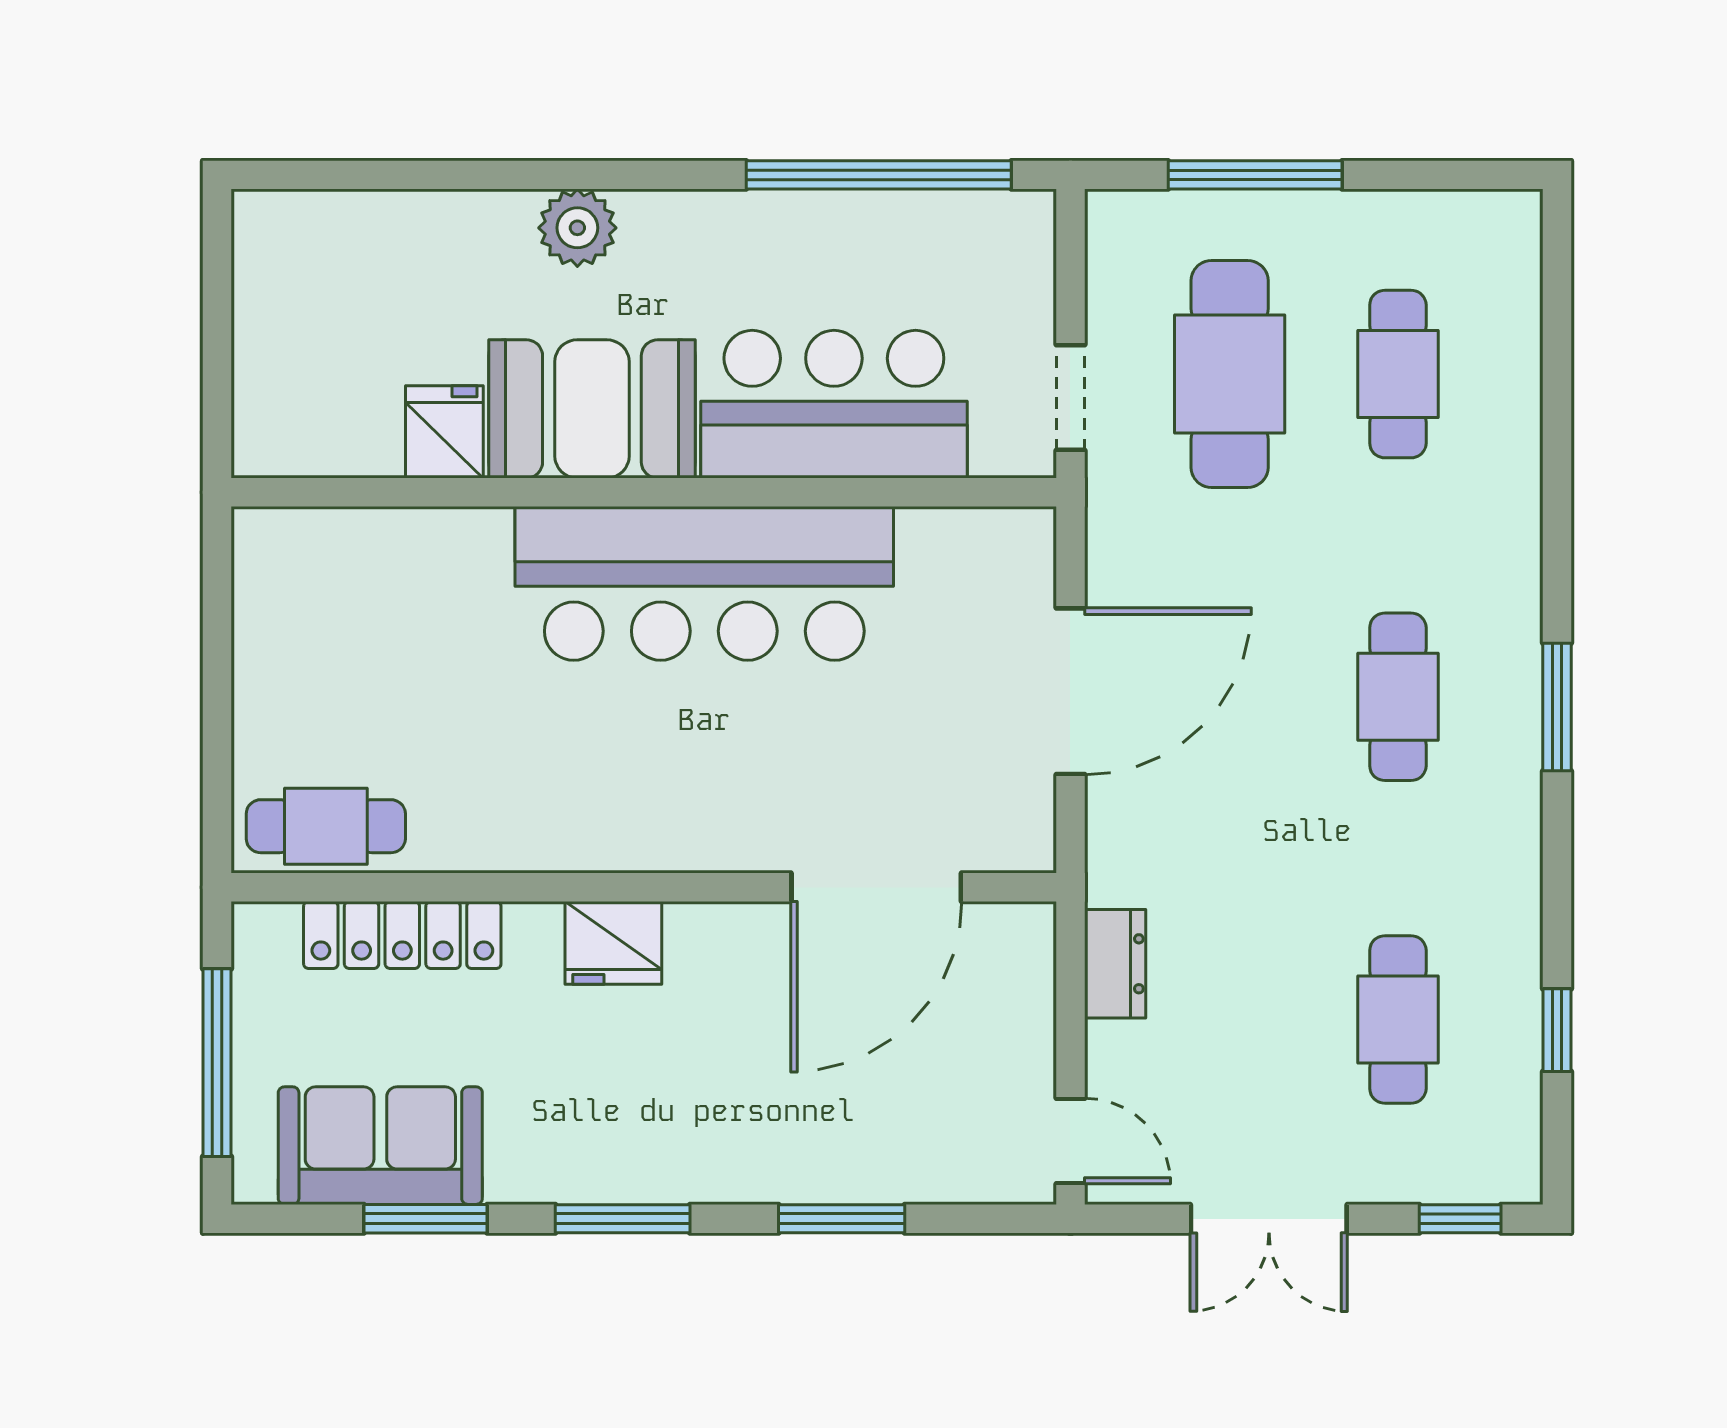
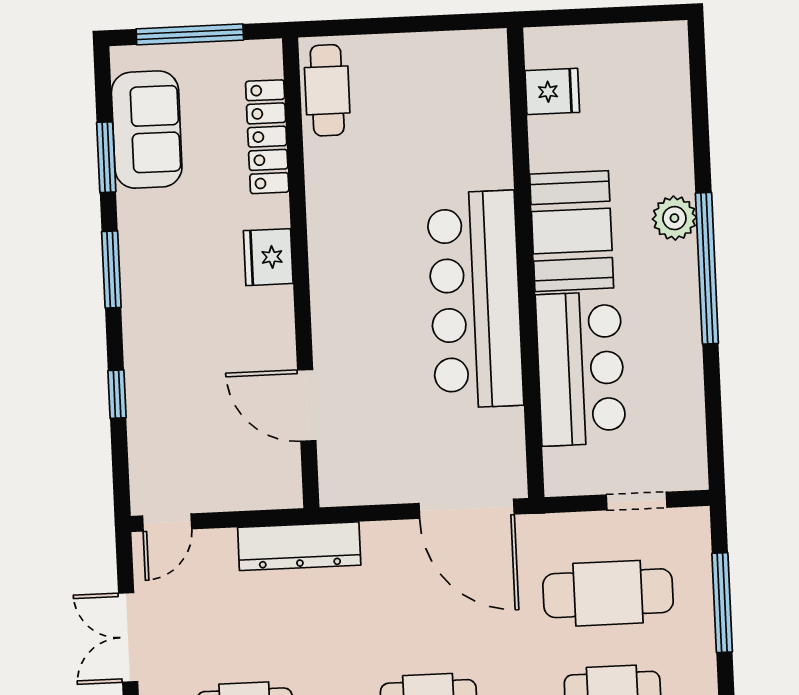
window: (879, 175) -> (707, 268), moved
doorway: (1070, 398) -> (637, 501), moved
fridge: (444, 432) -> (552, 91), moved
door: (1070, 691) -> (467, 509), moved
door: (876, 887) -> (307, 405), width x0.73
dresser: (1115, 964) -> (299, 546), width x1.96, depth x1.24
window: (842, 1219) -> (117, 394), width x0.67

